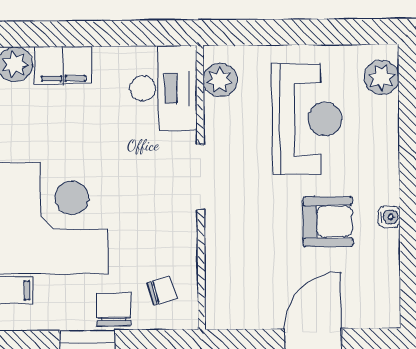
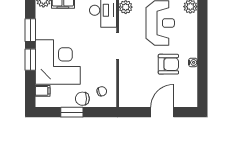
chair: (114, 309) -> (82, 99), turned -90

